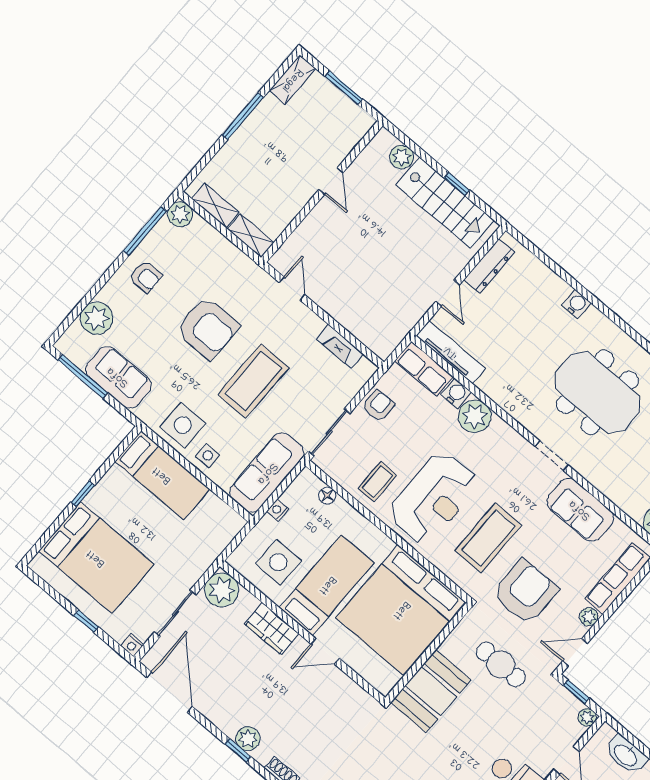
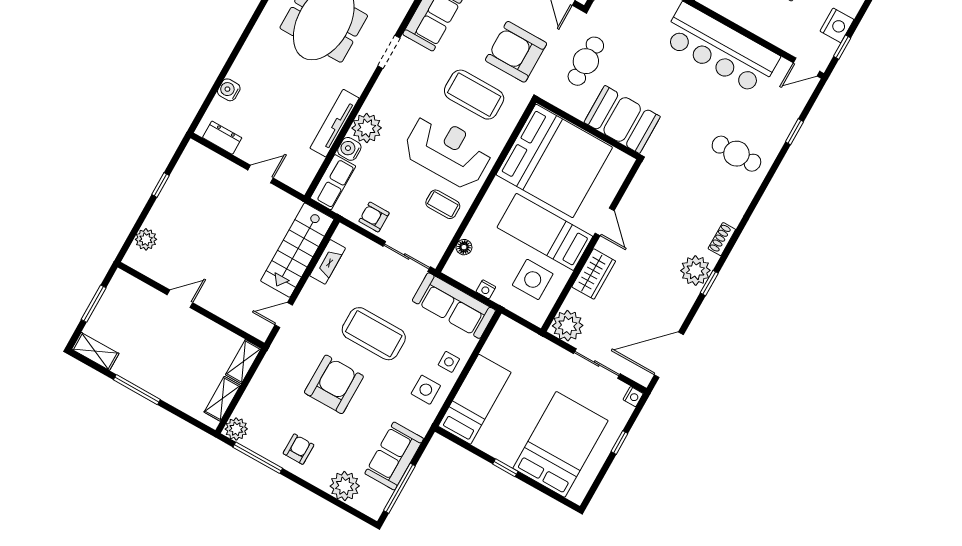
stairs: (445, 203) -> (297, 250), moved, turned 180
dresser: (489, 266) -> (222, 138), width x0.70
water cooler: (577, 304) -> (229, 90), moved
tv unit: (451, 352) -> (335, 123), moved
side table: (183, 425) -> (426, 390), width x0.73, depth x0.73
plant: (248, 739) -> (695, 271), width x1.36, depth x1.36

